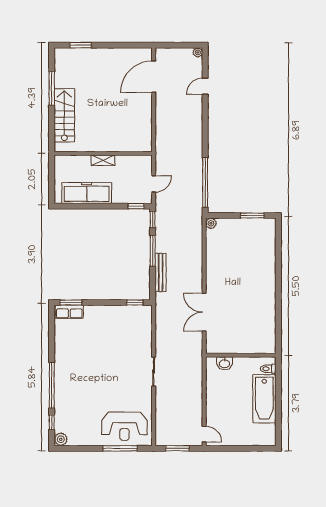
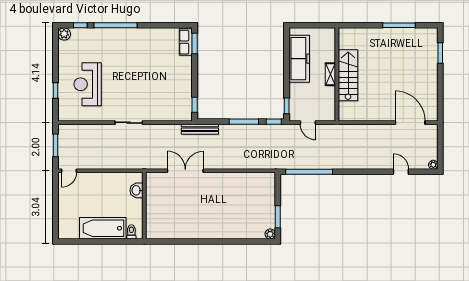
stairs: (64, 115) -> (348, 75), moved, turned -90
plant: (211, 223) -> (270, 234), moved
bench: (161, 273) -> (200, 129), moved
reception desk: (124, 426) -> (88, 84), moved
window: (120, 448) -> (55, 91), width x0.46

